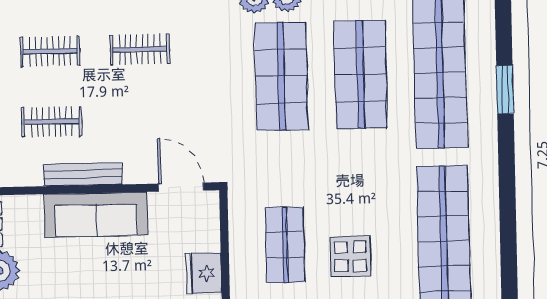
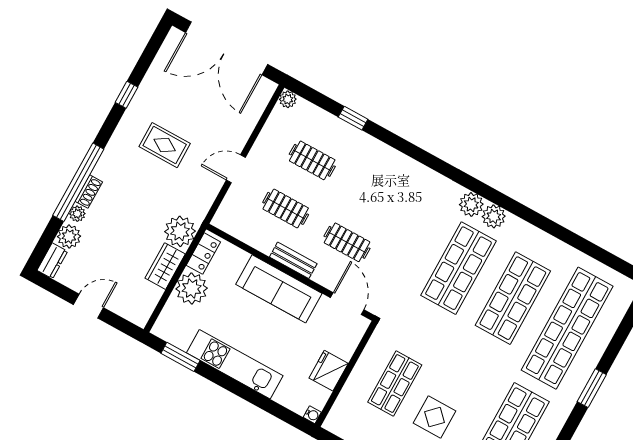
clothes rail: (140, 49) -> (347, 242), moved
window: (505, 90) -> (592, 388), moved
bench: (83, 174) -> (293, 260), width x0.73

